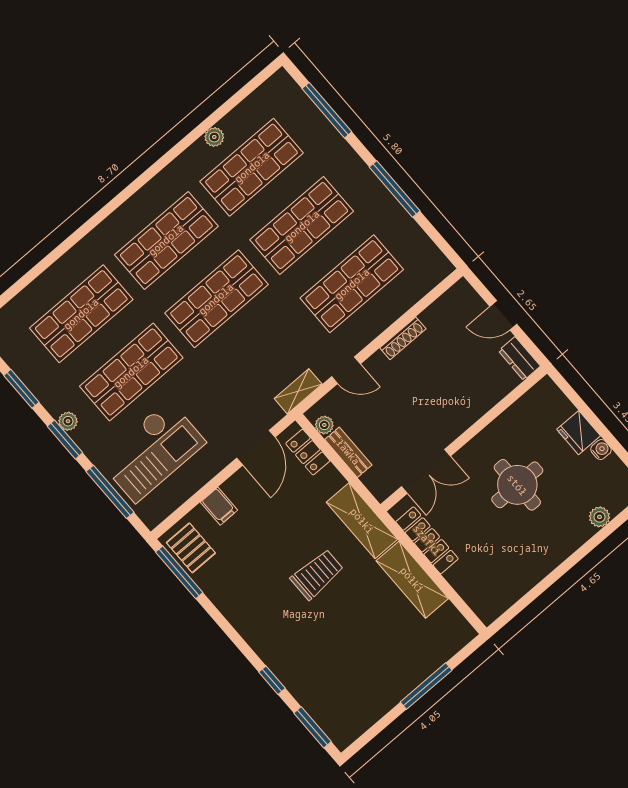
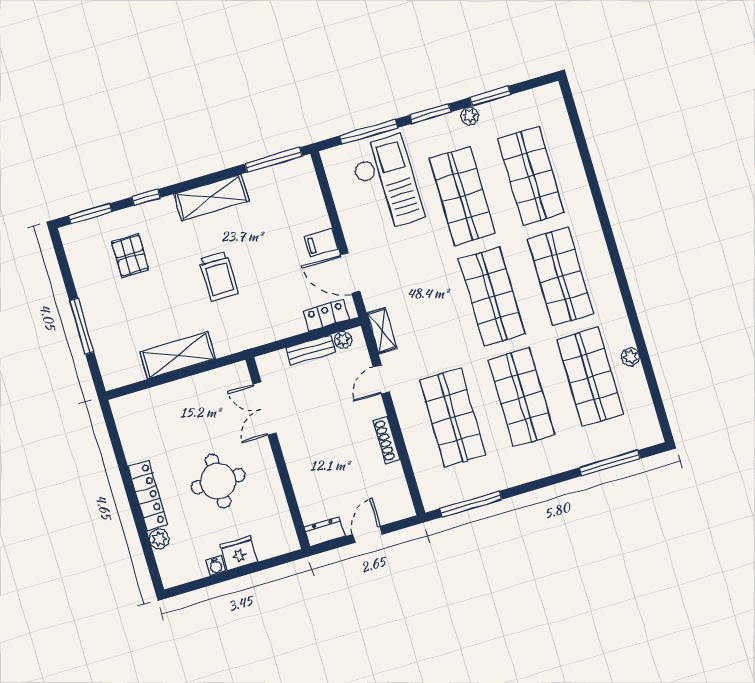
window: (395, 189) -> (471, 504), moved
plant: (68, 421) -> (470, 116), moved
checkout: (152, 451) -> (387, 183), turned 180
filing cabinet: (219, 506) -> (321, 243), moved
shelving: (362, 521) -> (212, 197), moved
locker: (427, 540) -> (148, 495), moved, turned -90
pallet: (191, 548) -> (130, 256), moved, turned 90

